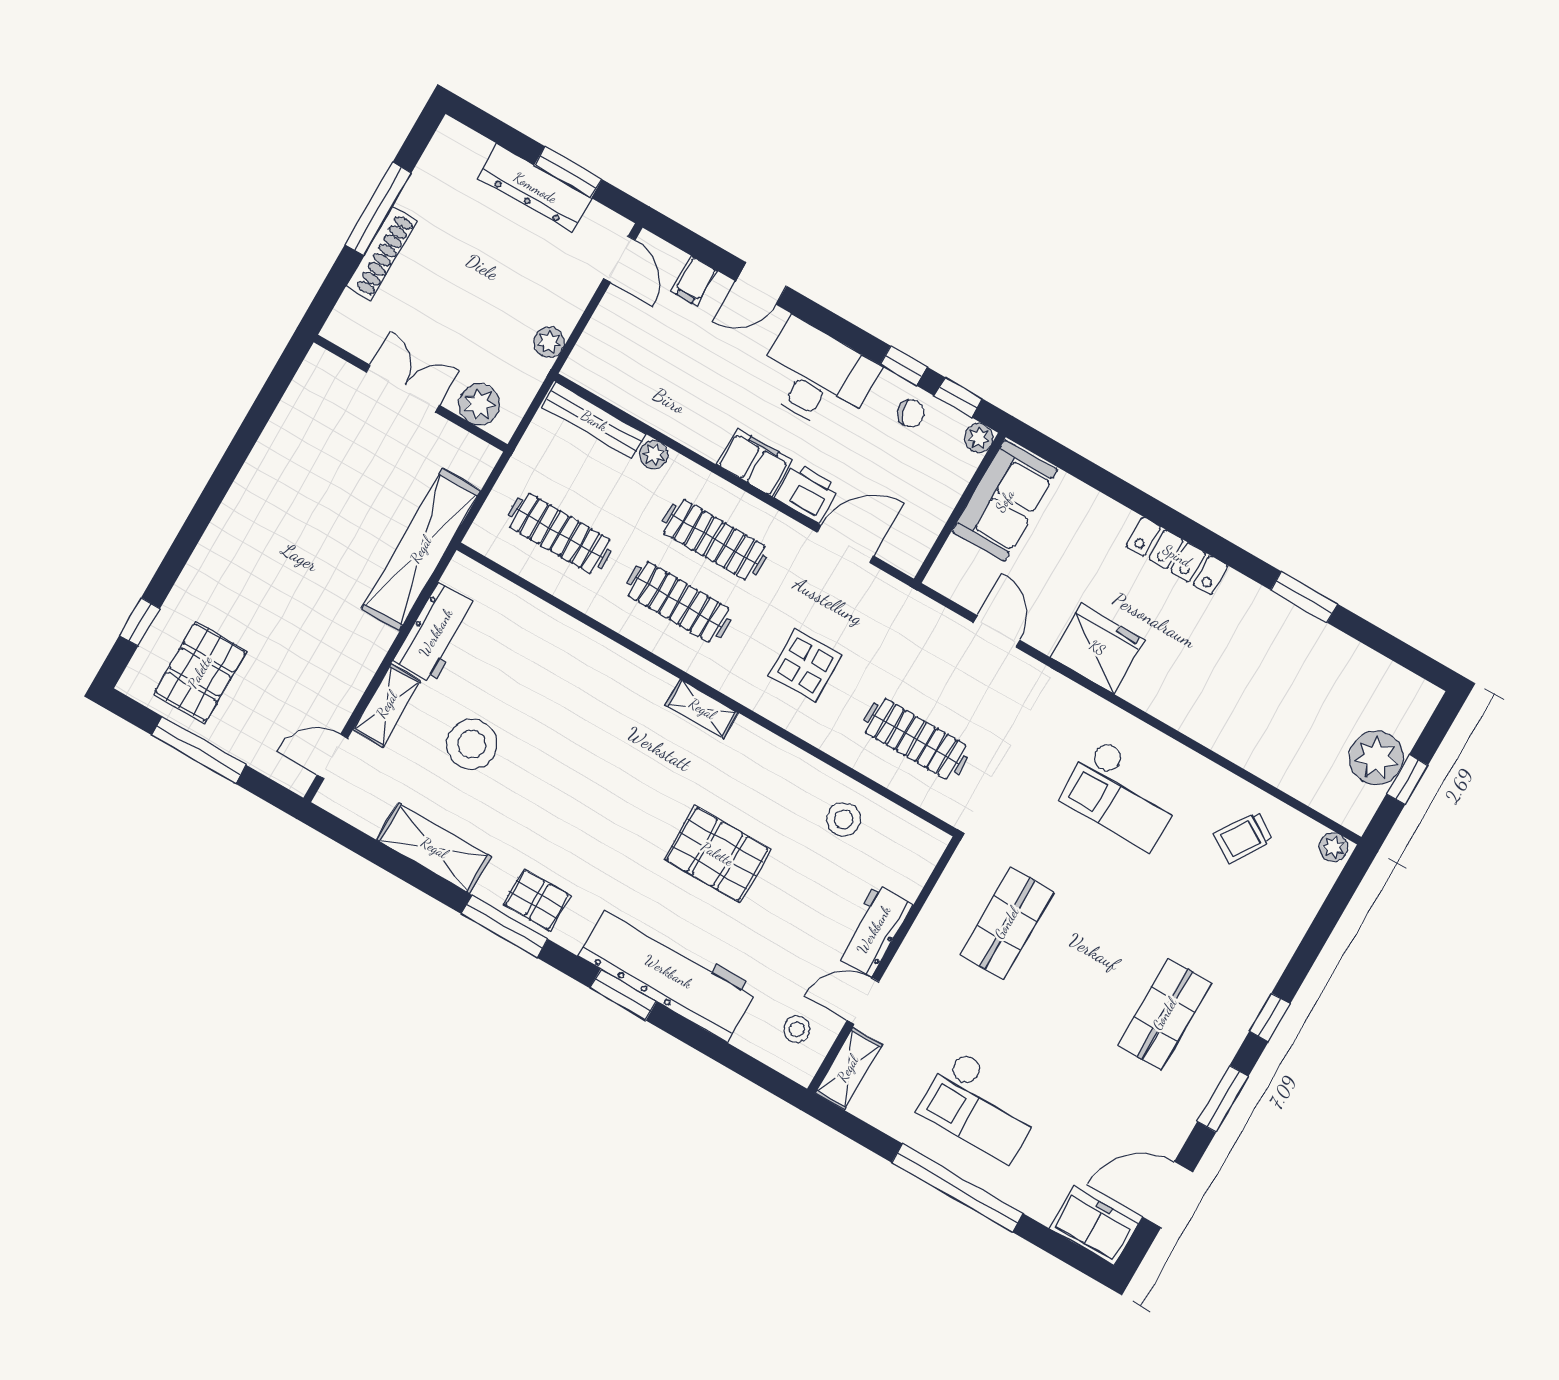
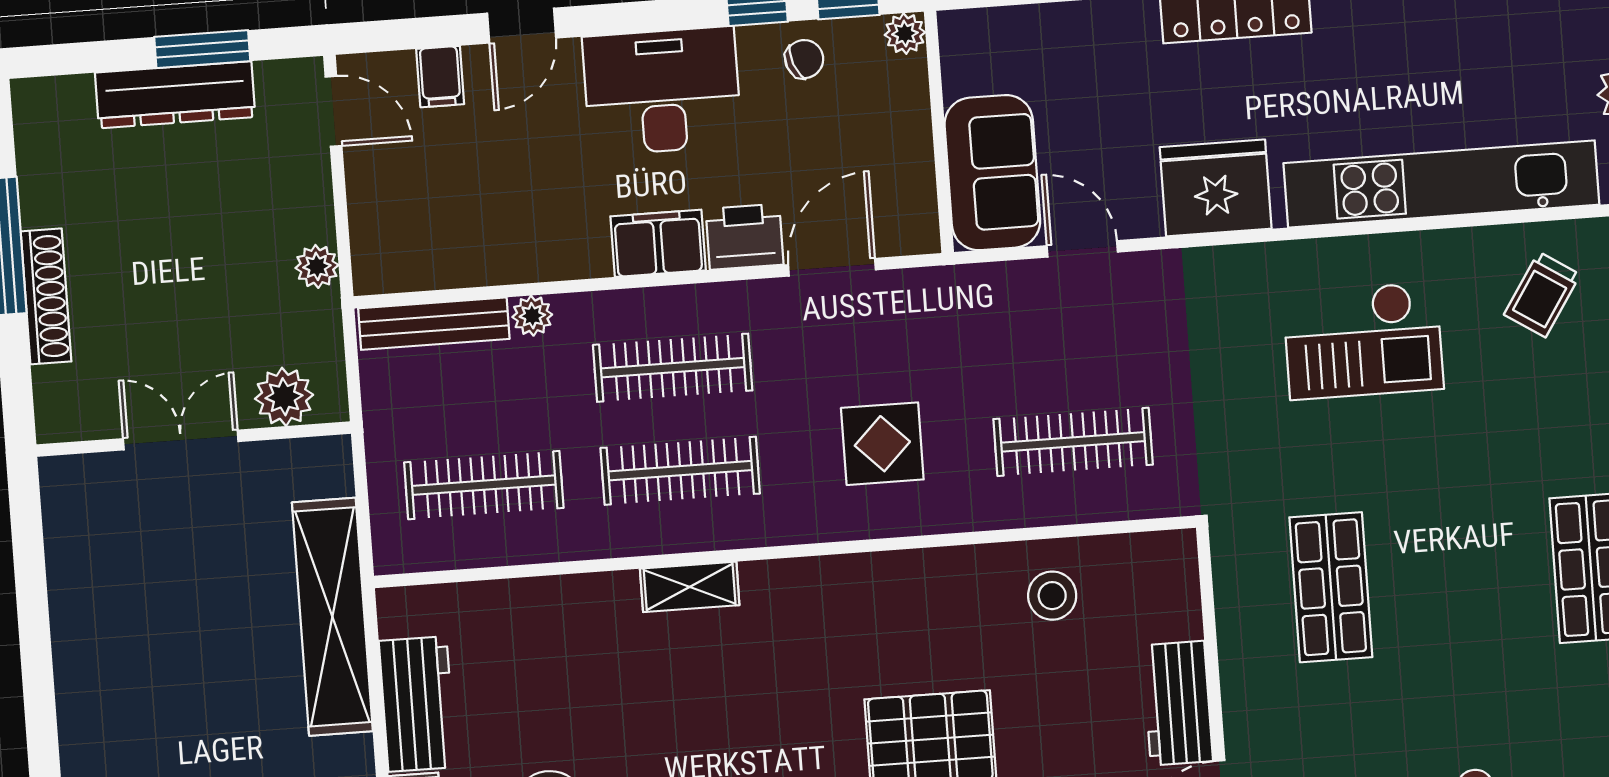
sofa: (1005, 501) -> (992, 173), moved
shelving: (702, 709) -> (690, 587), moved
kitchen unit: (1229, 735) -> (1441, 184), added

